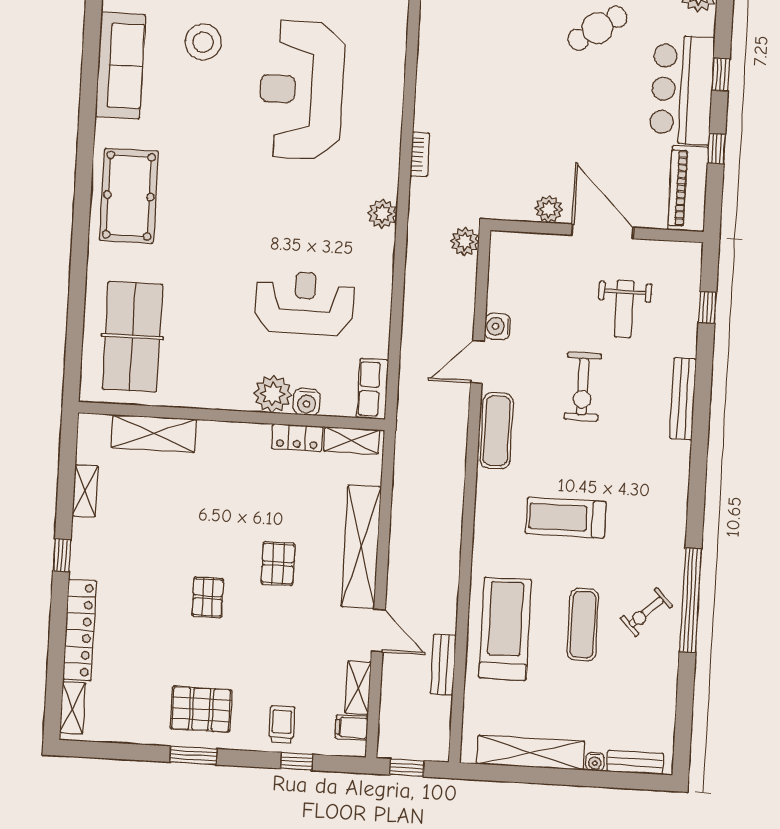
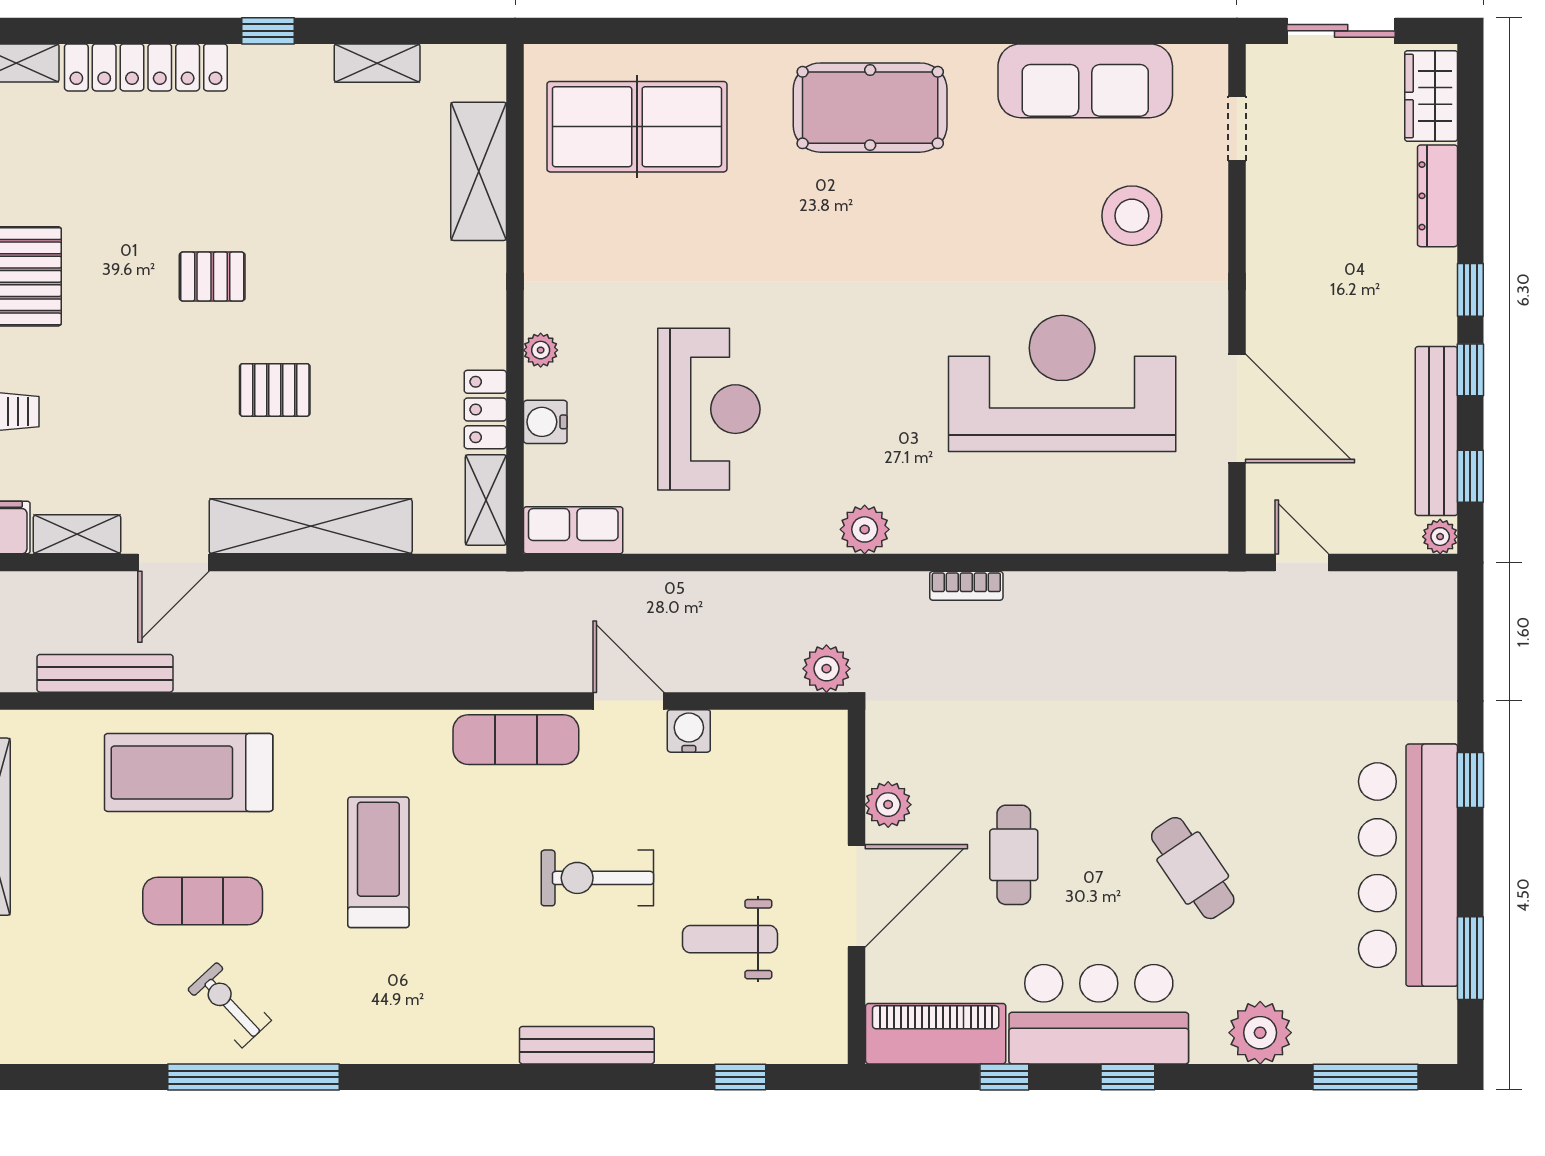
cafe table: (583, 135) -> (1014, 855), added
plant: (273, 394) -> (541, 350), width x0.53, depth x0.53
treadmill: (505, 629) -> (189, 772), turned 180
bench: (443, 665) -> (105, 673), width x1.36

